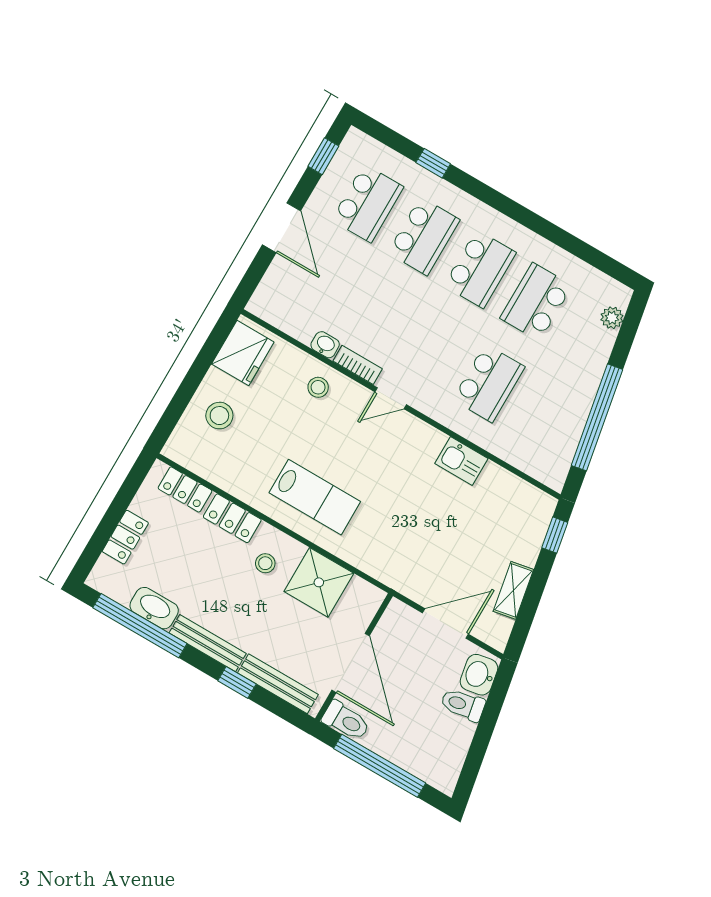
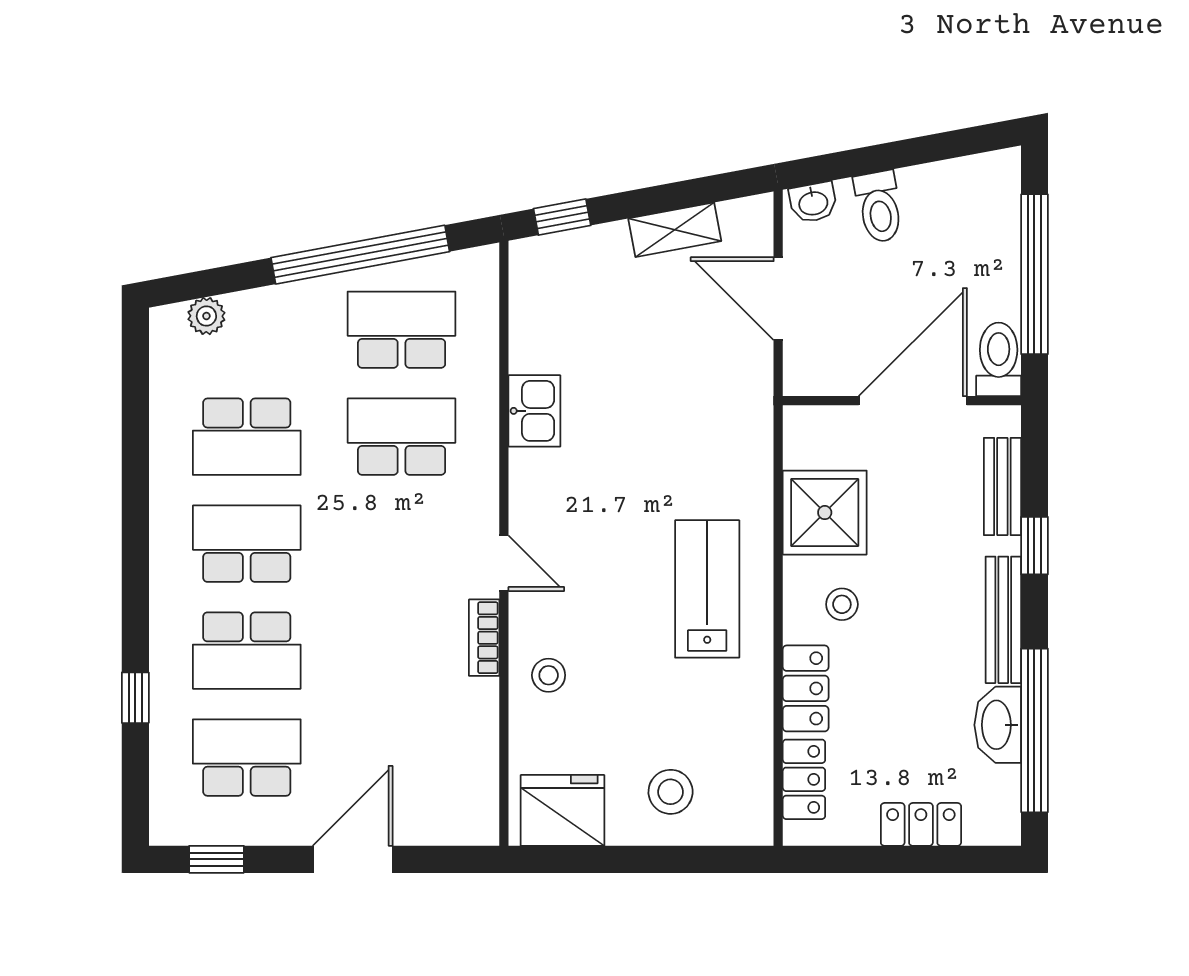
school desk: (424, 236) -> (247, 651), turned 180
washbasin: (325, 345) -> (482, 701), removed
school desk: (545, 416) -> (402, 330), added
washbasin: (479, 675) -> (813, 202), width x0.72, depth x0.69
bench: (278, 684) -> (1002, 487), width x0.73

